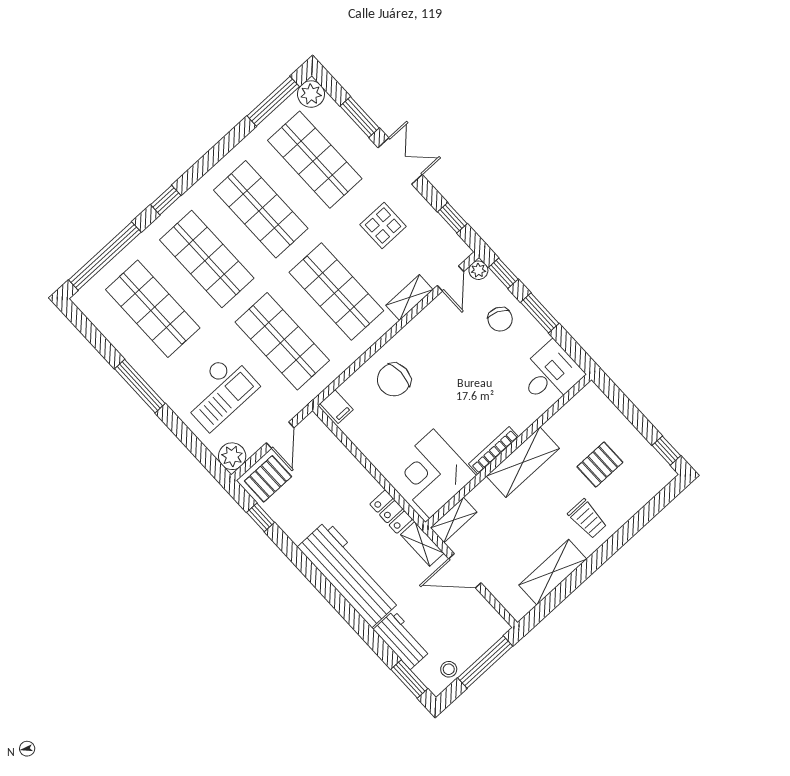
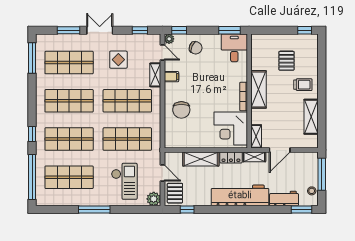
plant: (311, 94) -> (43, 41), removed
window: (540, 313) -> (230, 30), moved
filing cabinet: (337, 407) -> (171, 77), moved
shelving: (350, 471) -> (201, 159), added

